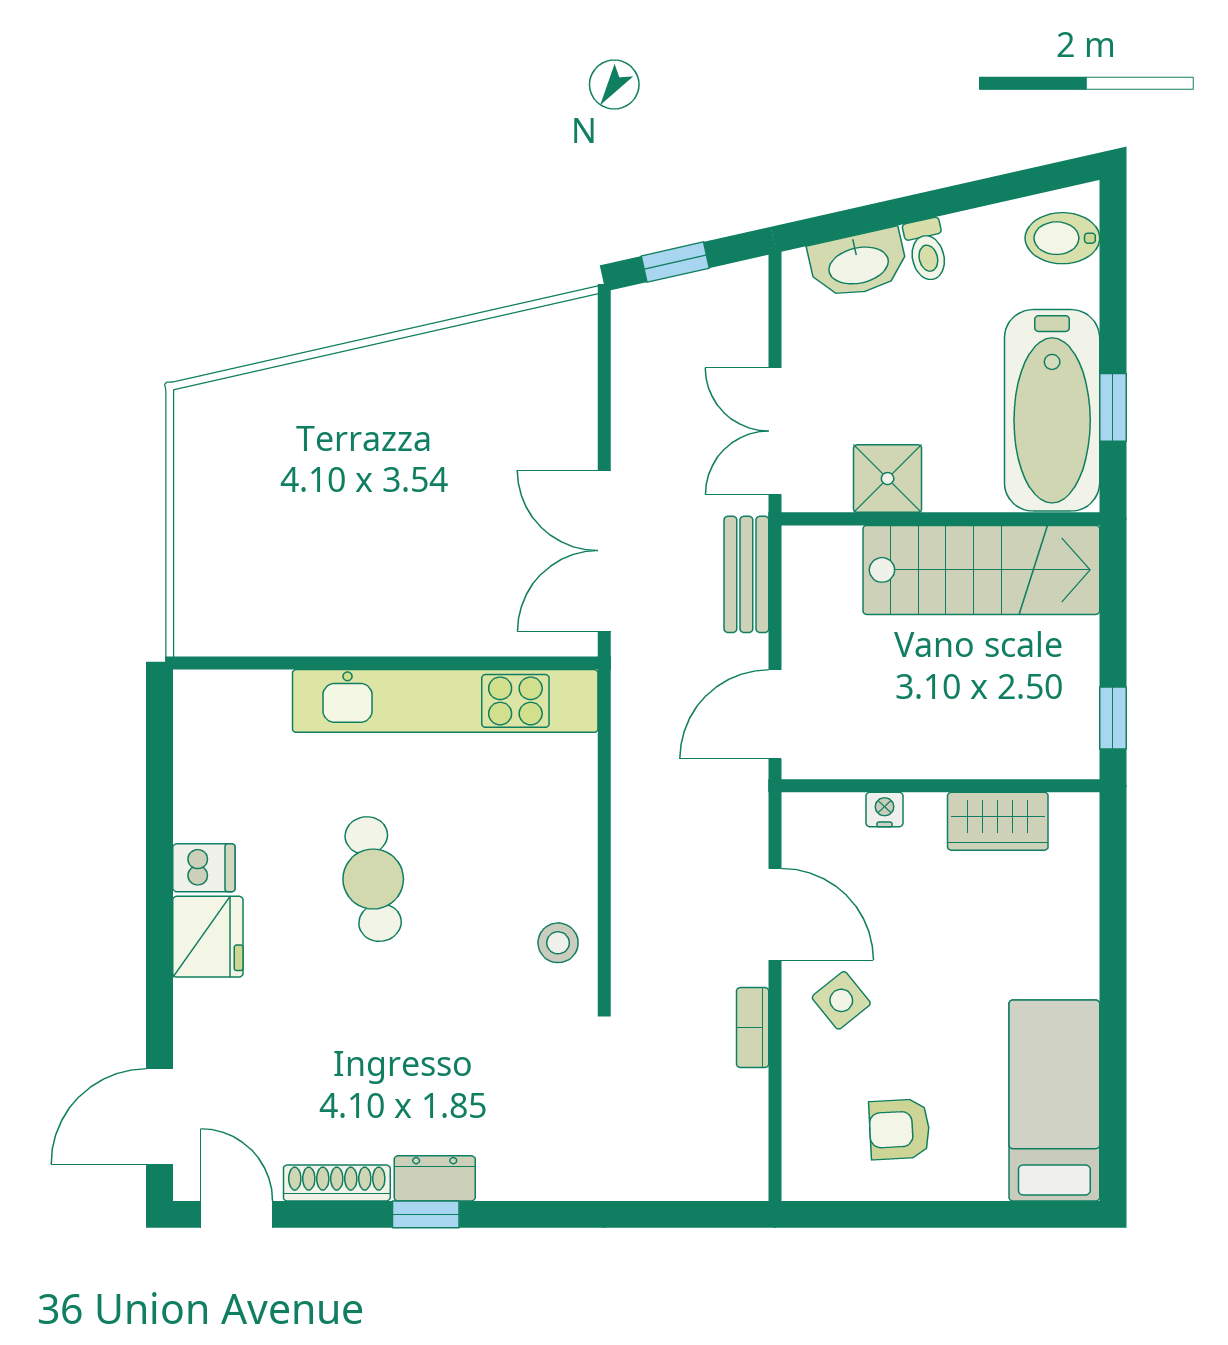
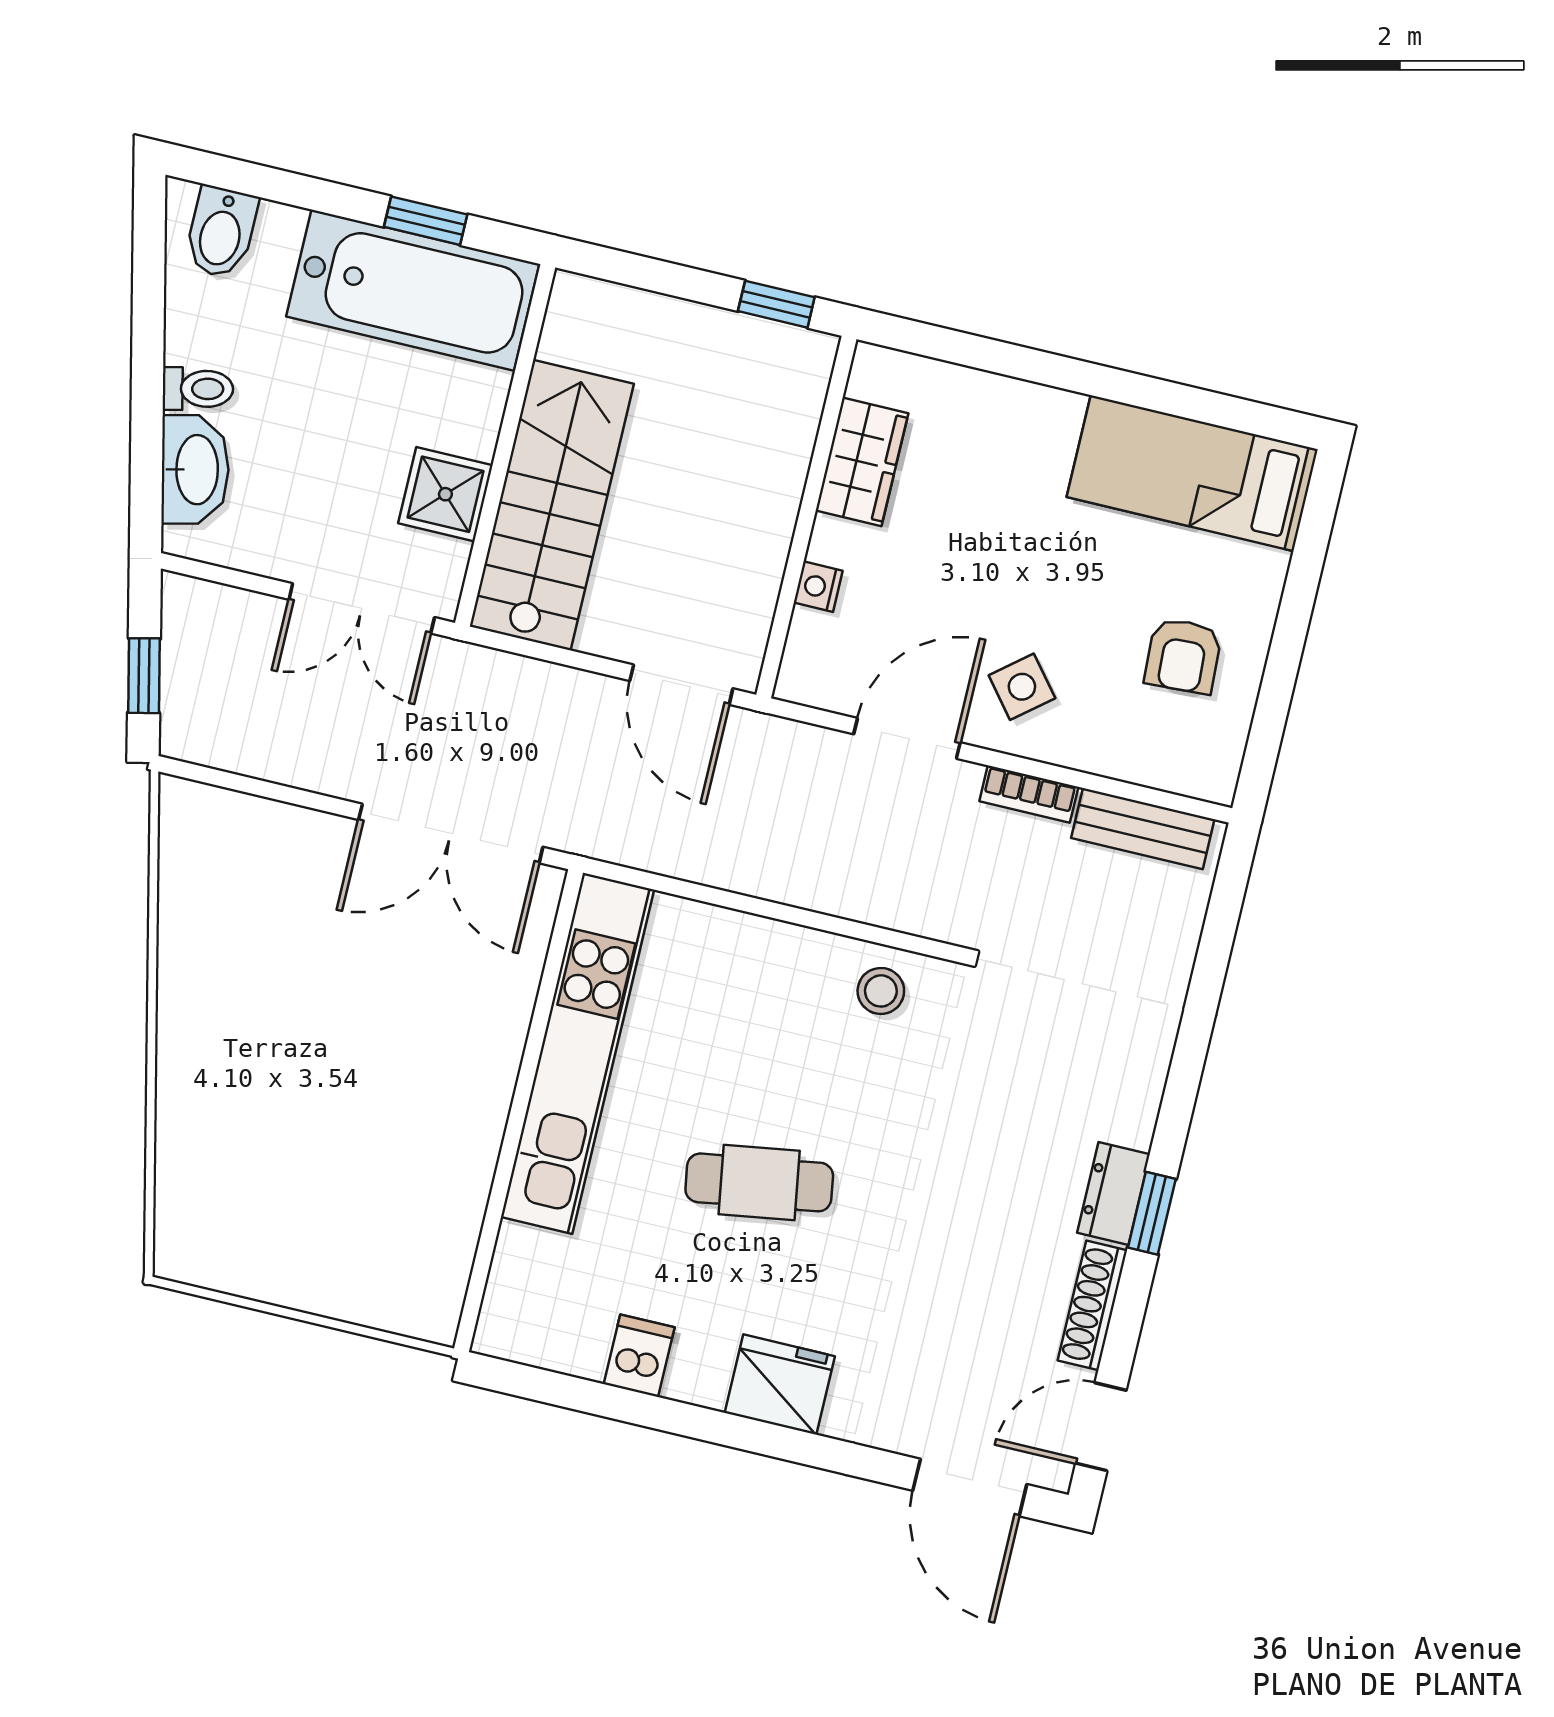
stairs: (981, 570) -> (552, 505), moved
bench: (746, 574) -> (1143, 829), moved
dishwasher: (204, 868) -> (639, 1356), moved

